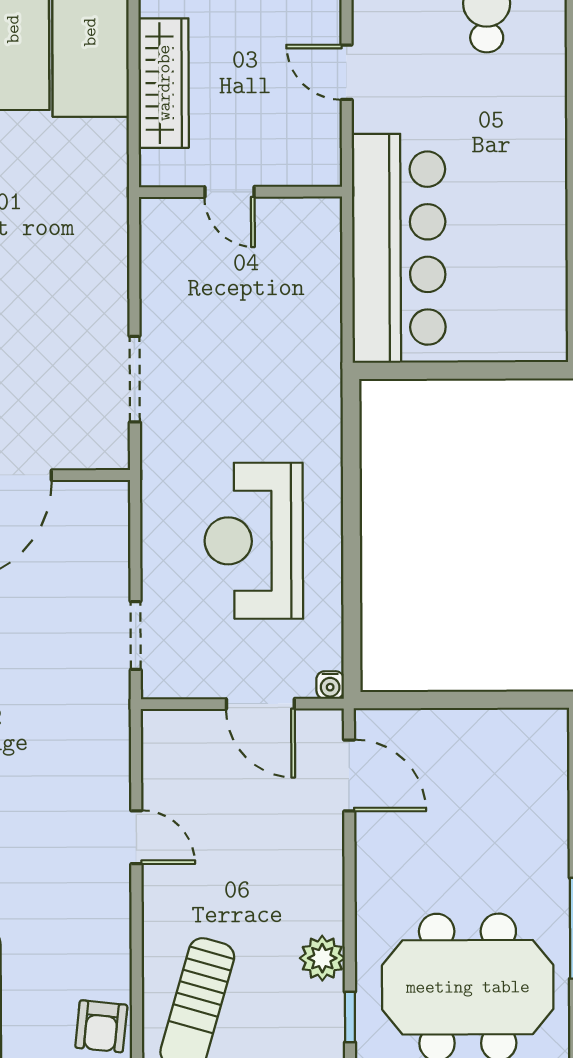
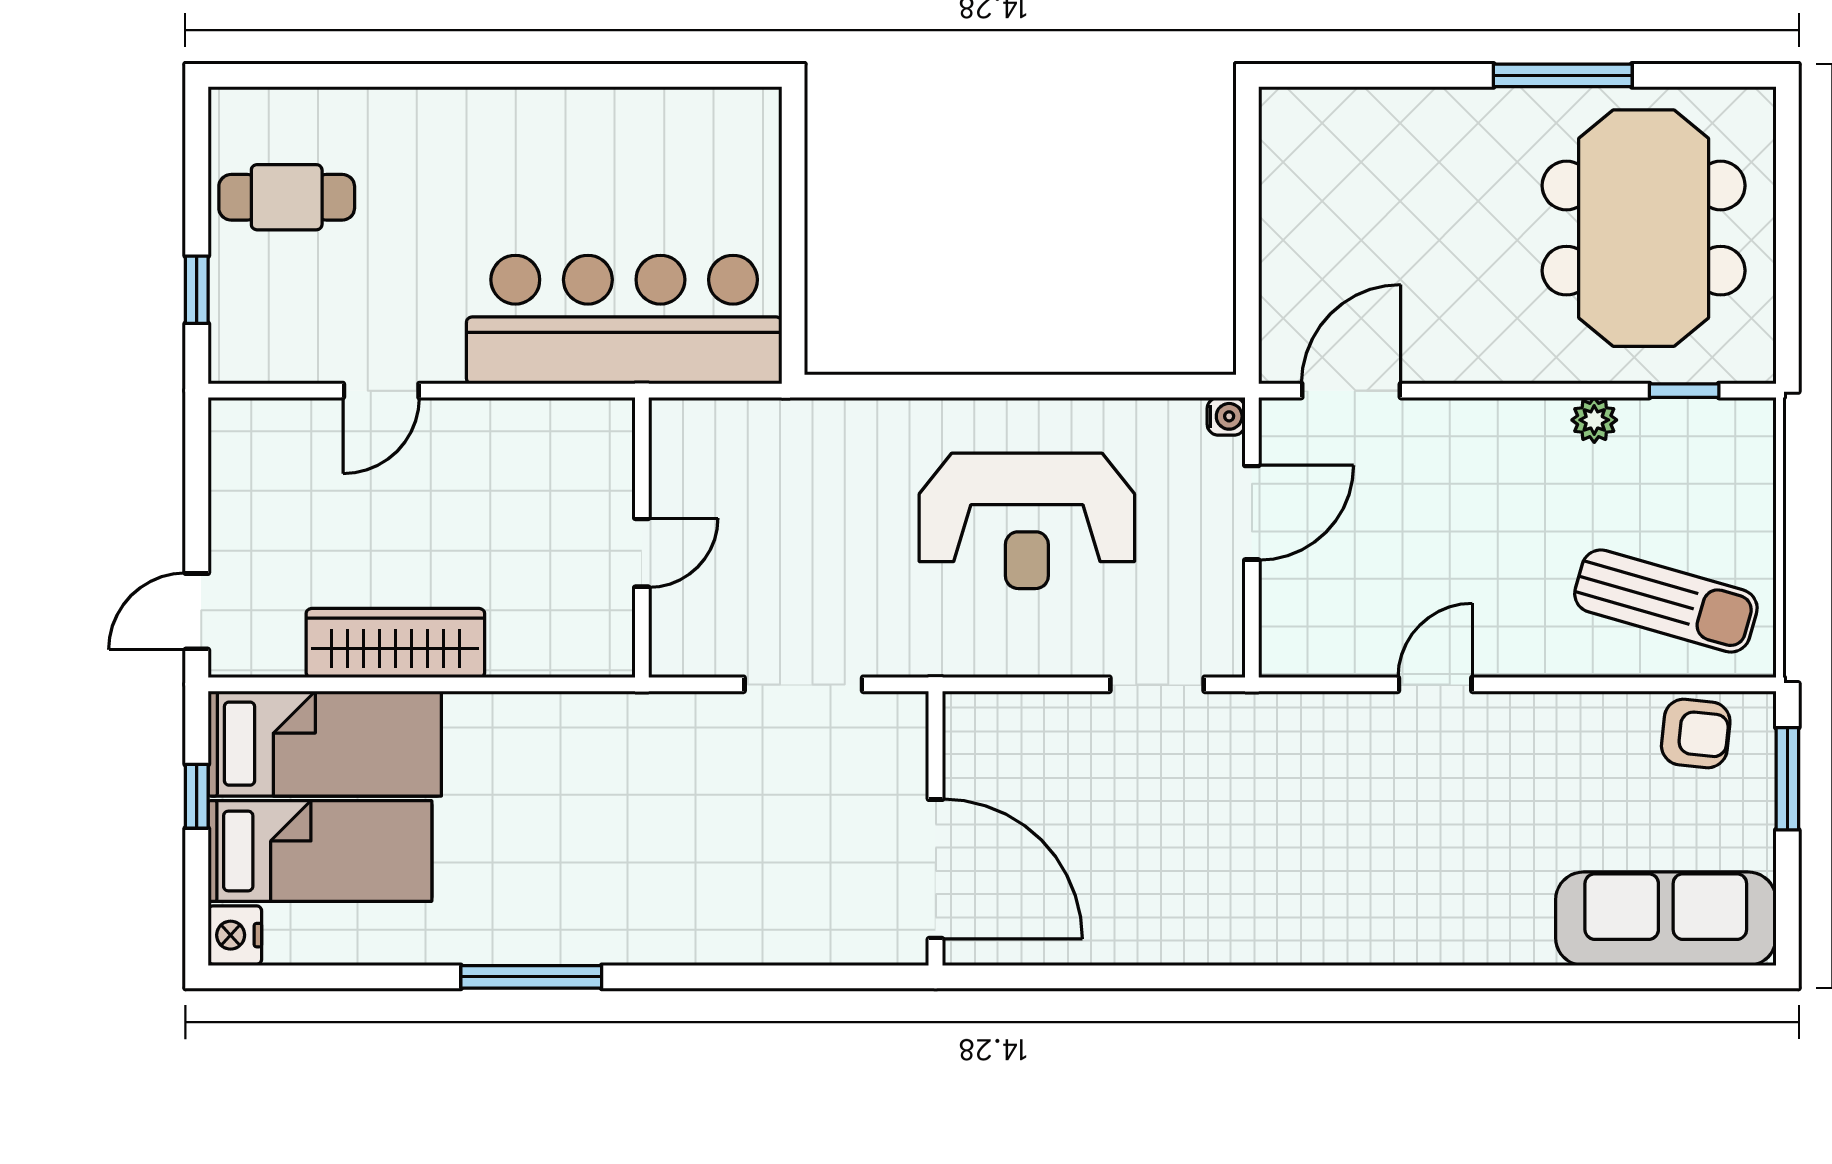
door: (229, 192) -> (642, 553), moved
wall: (241, 192) -> (642, 537), moved
plant: (322, 958) -> (1594, 420), width x0.73, depth x0.73

